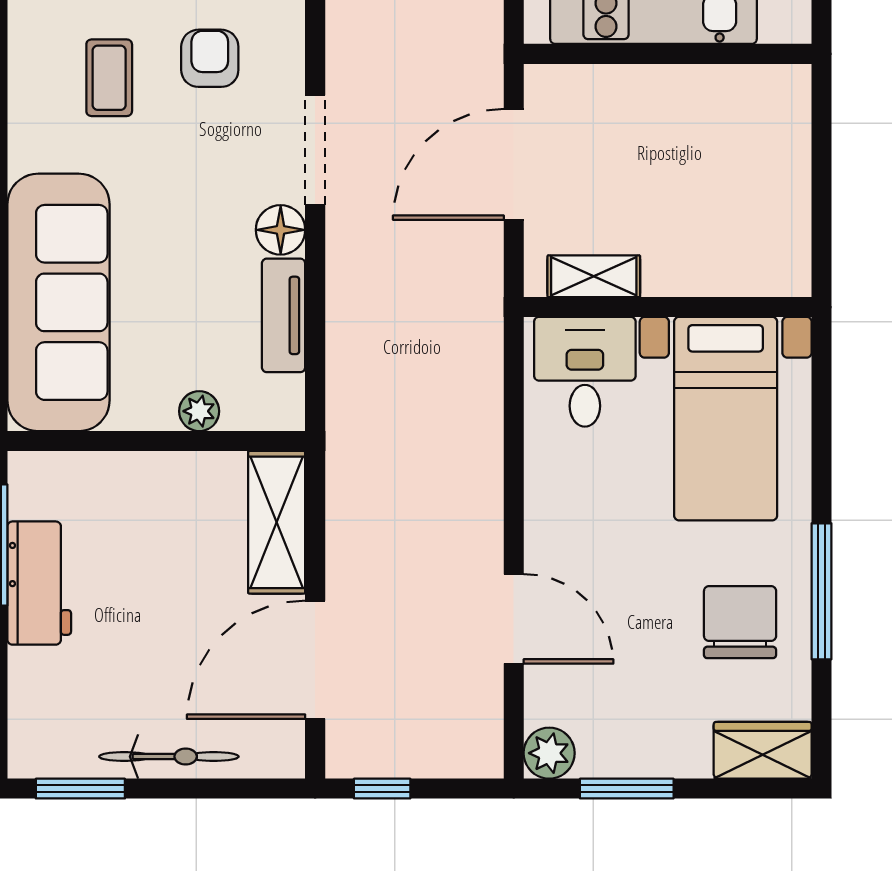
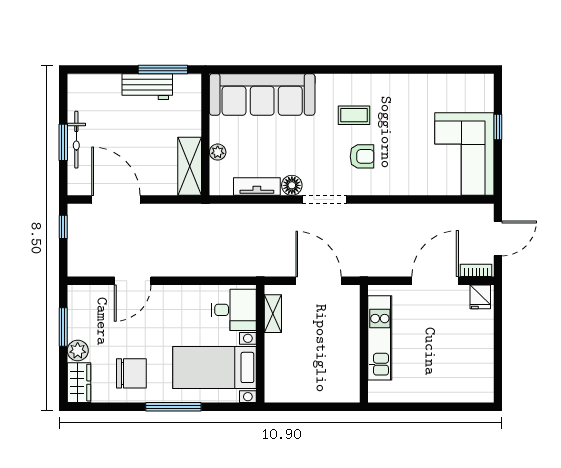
shelving: (277, 522) -> (190, 166), moved, turned 90
window: (822, 591) -> (173, 407), moved
plant: (549, 753) -> (78, 350), moved
window: (80, 789) -> (63, 142), moved

